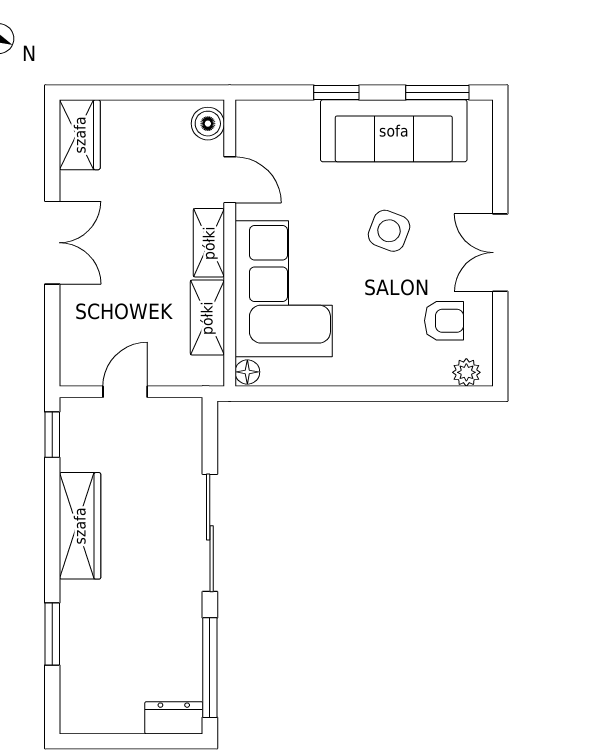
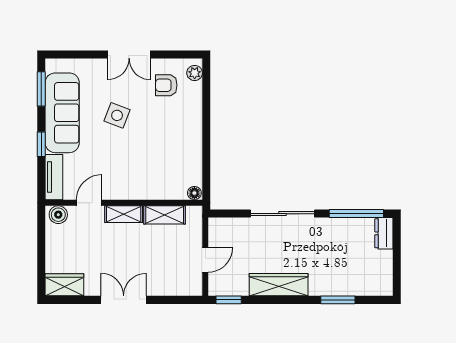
tv unit: (276, 116) -> (54, 177), added
corner sofa: (284, 289) -> (149, 173), removed
armchair: (444, 321) -> (166, 85), turned -90
door: (125, 392) -> (205, 260), swing flipped

